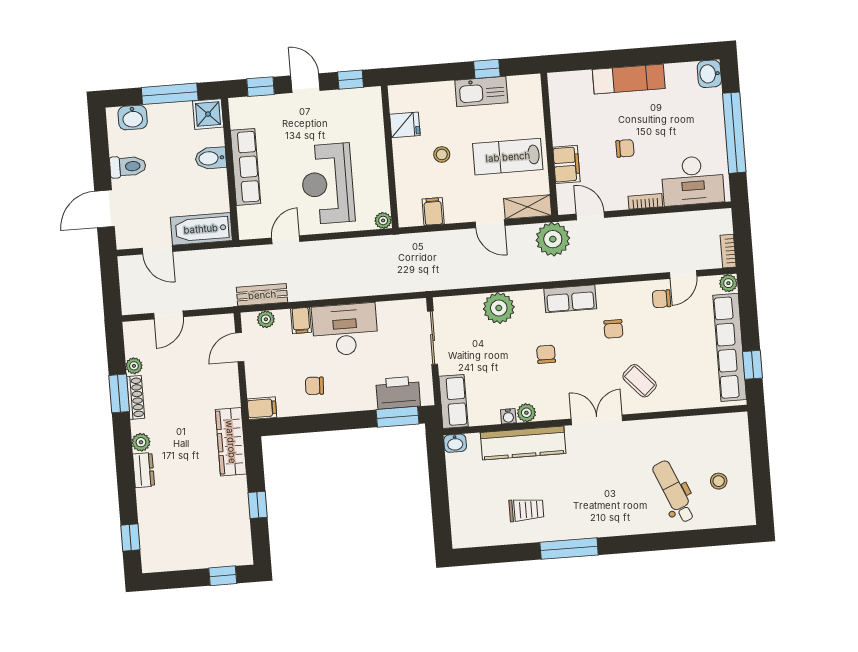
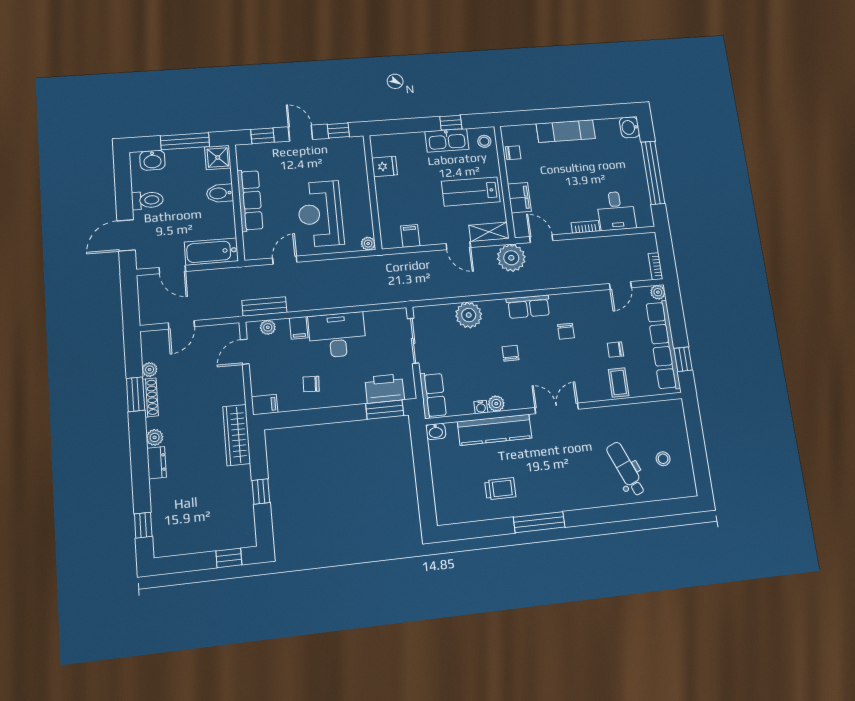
chair: (625, 148) -> (513, 153), moved
stool: (442, 154) -> (484, 141), moved
desk: (693, 181) -> (616, 211), width x0.73
chair: (662, 299) -> (615, 350), moved
coffee table: (640, 381) -> (619, 382), moved, turned 42

